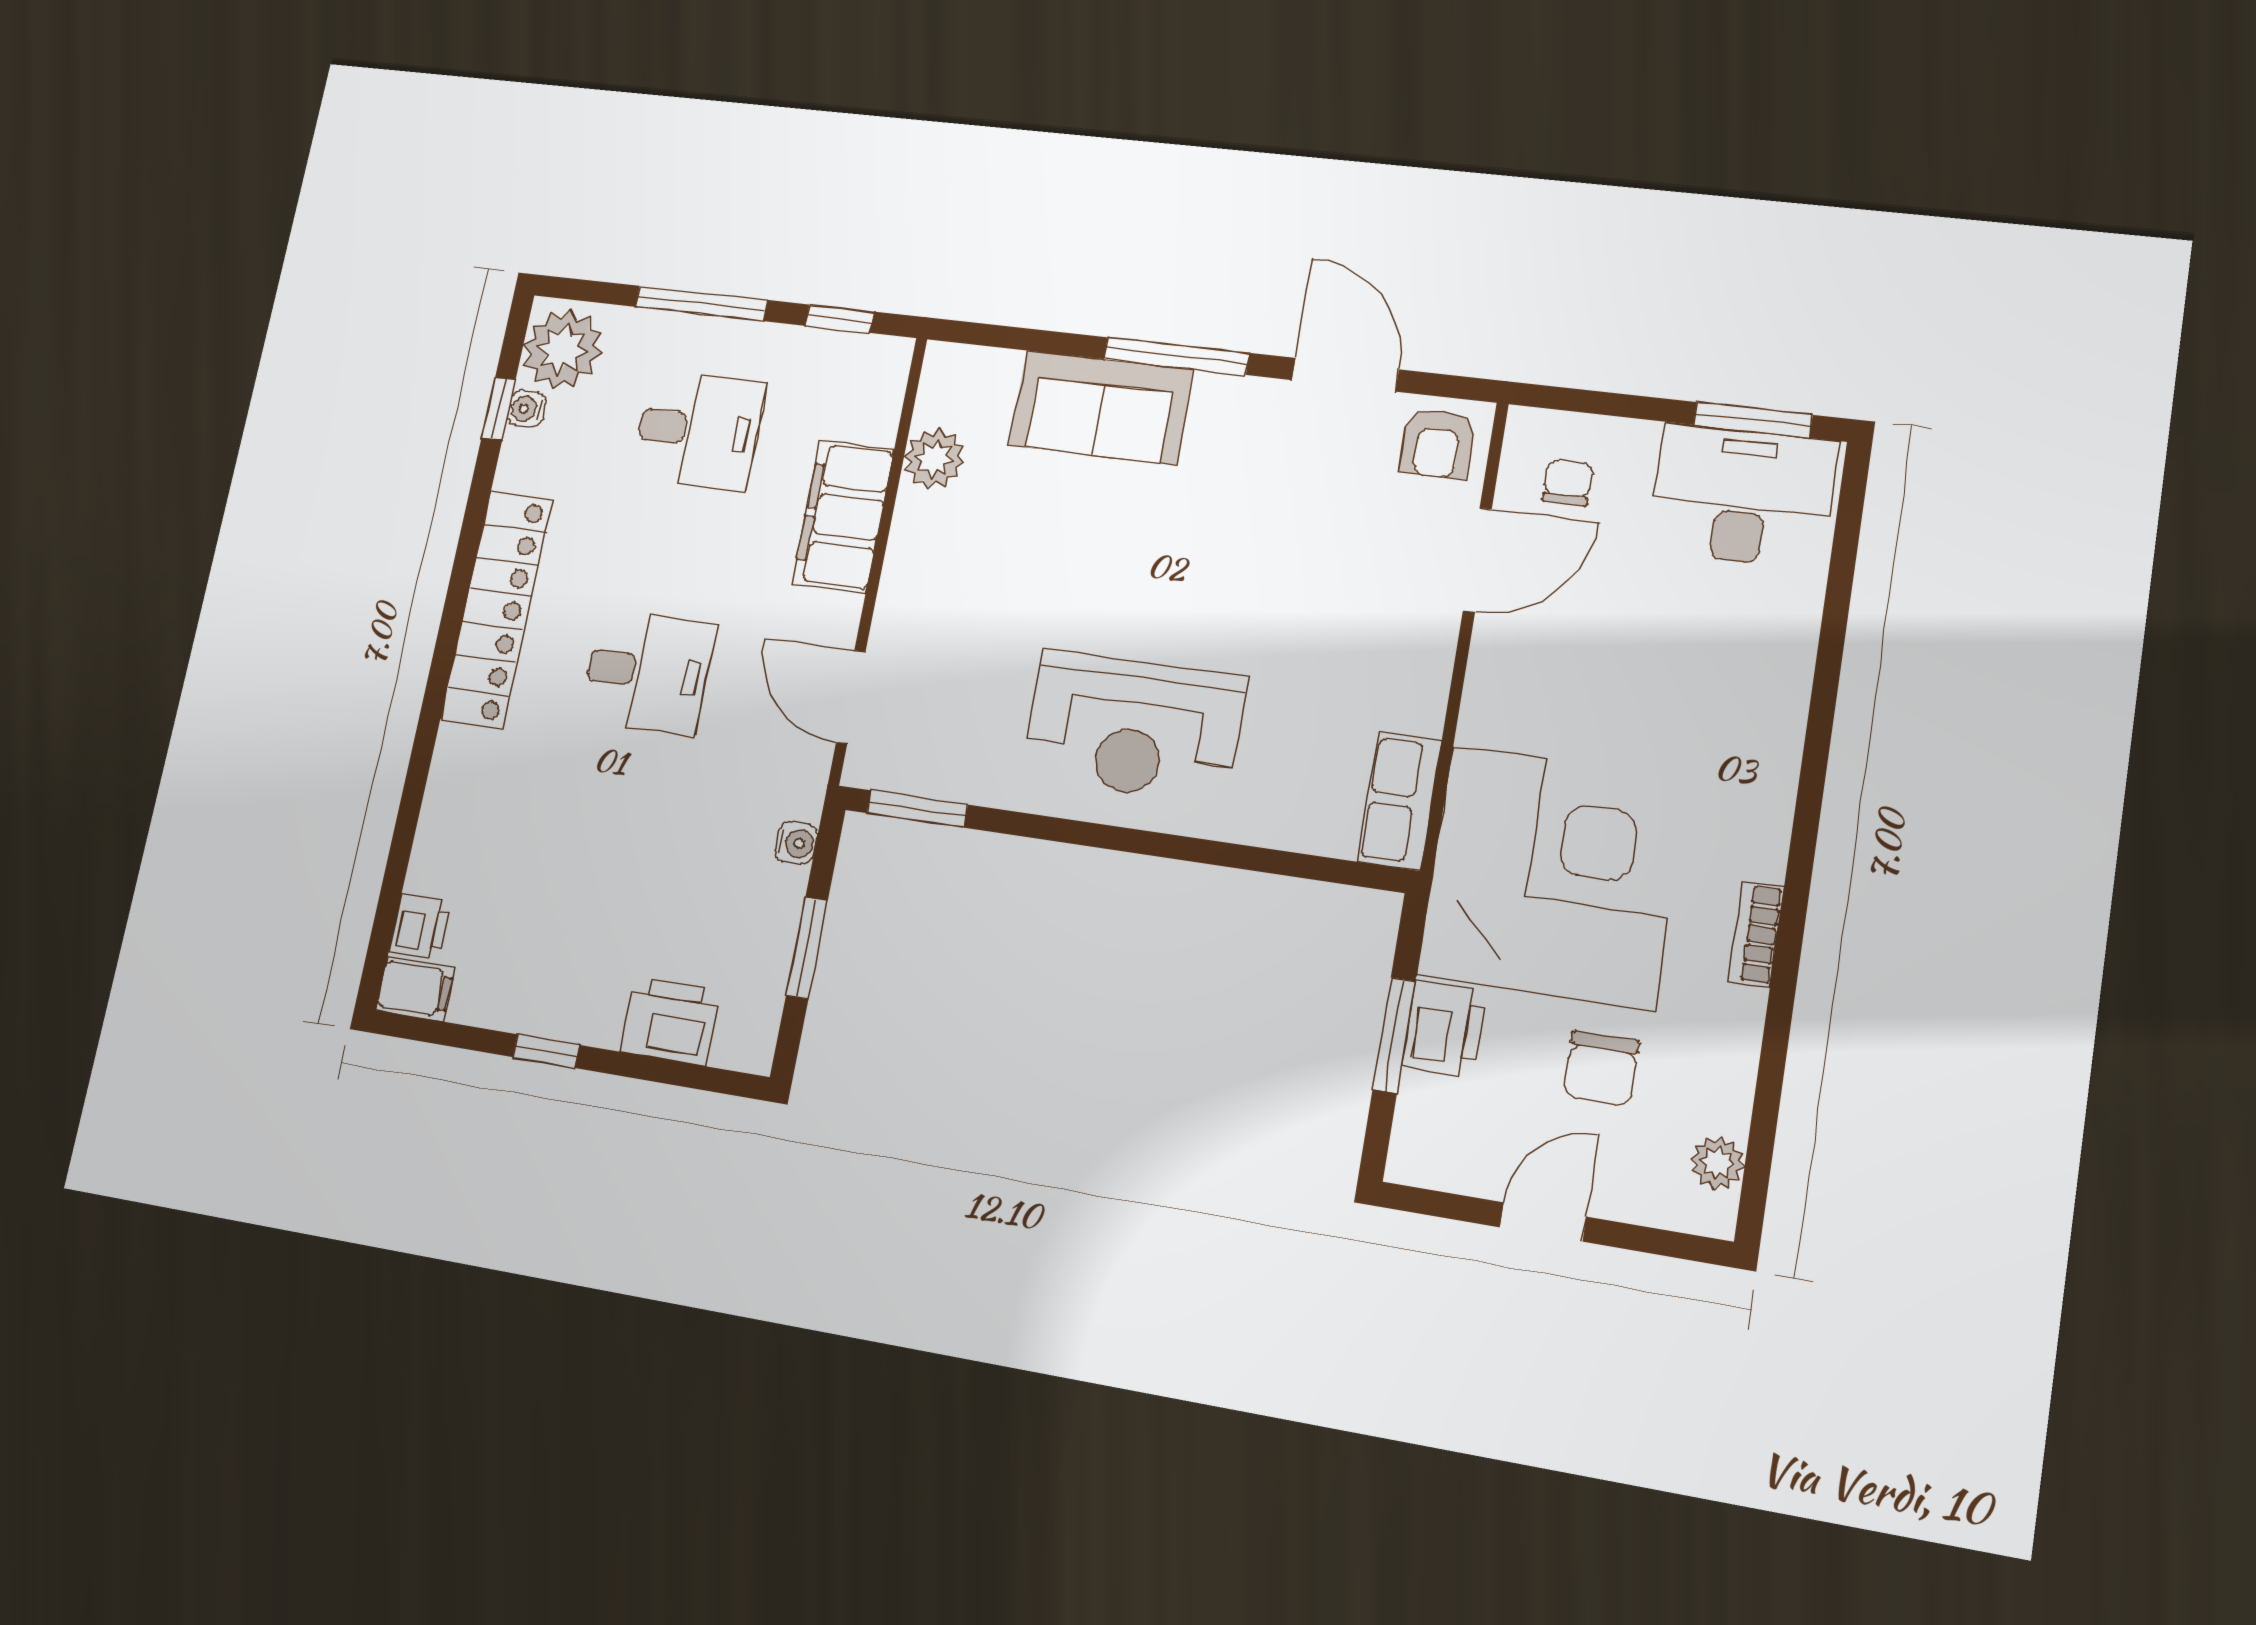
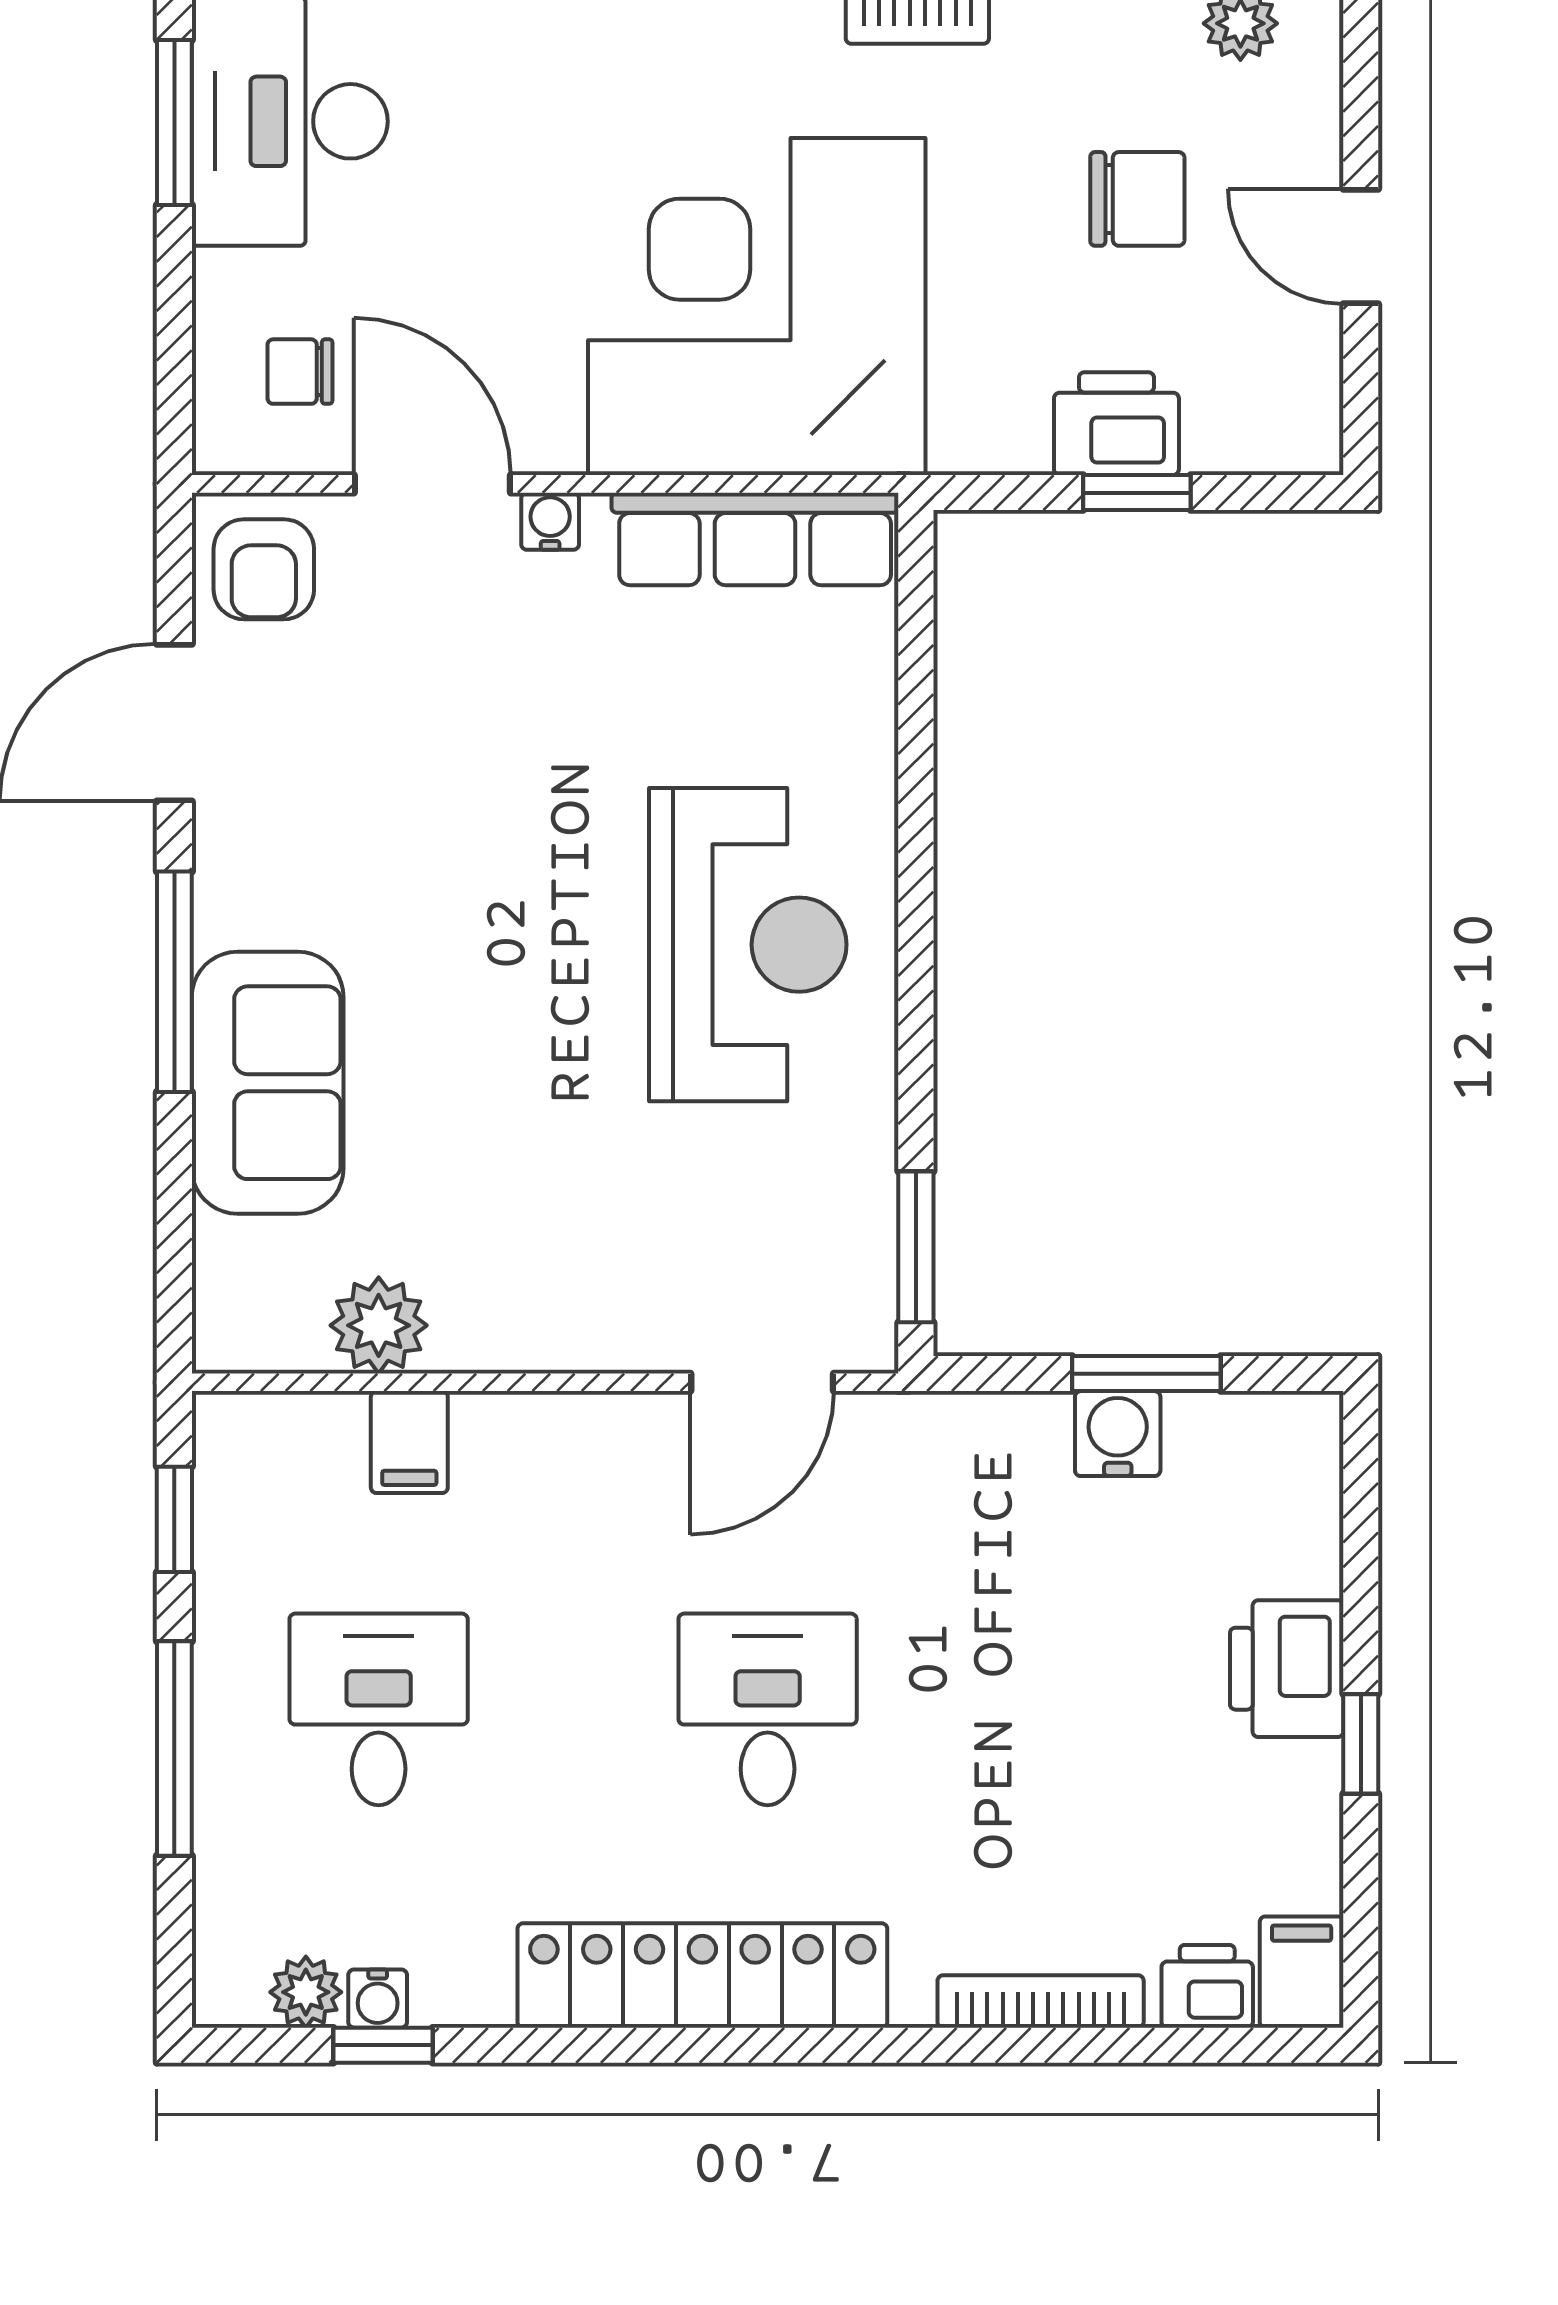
plant: (562, 349) -> (306, 1992), width x0.53, depth x0.53
armchair: (1437, 444) -> (264, 569), turned 90
filing cabinet: (843, 516) -> (409, 1442), width x0.33, depth x0.86
water cooler: (1439, 635) -> (550, 521), added
row of seats: (1399, 801) -> (755, 539), width x1.48
bookcase: (434, 819) -> (1041, 2001), added
water cooler: (796, 843) -> (1118, 1434), moved, width x1.38, depth x1.38
corner desk: (1552, 877) -> (757, 307), moved
printer: (670, 1022) -> (1287, 1669), moved
window: (1394, 1035) -> (1137, 493), width x0.67

